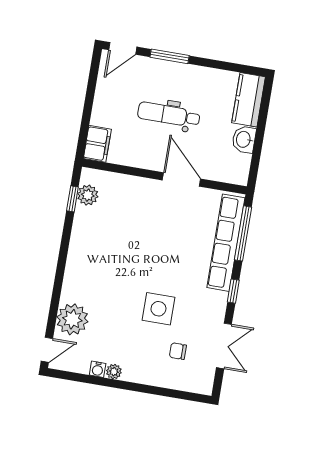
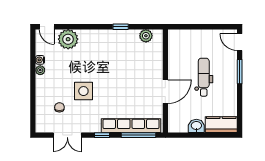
filing cabinet: (97, 144) -> (178, 36), removed
window: (72, 199) -> (121, 27), moved

